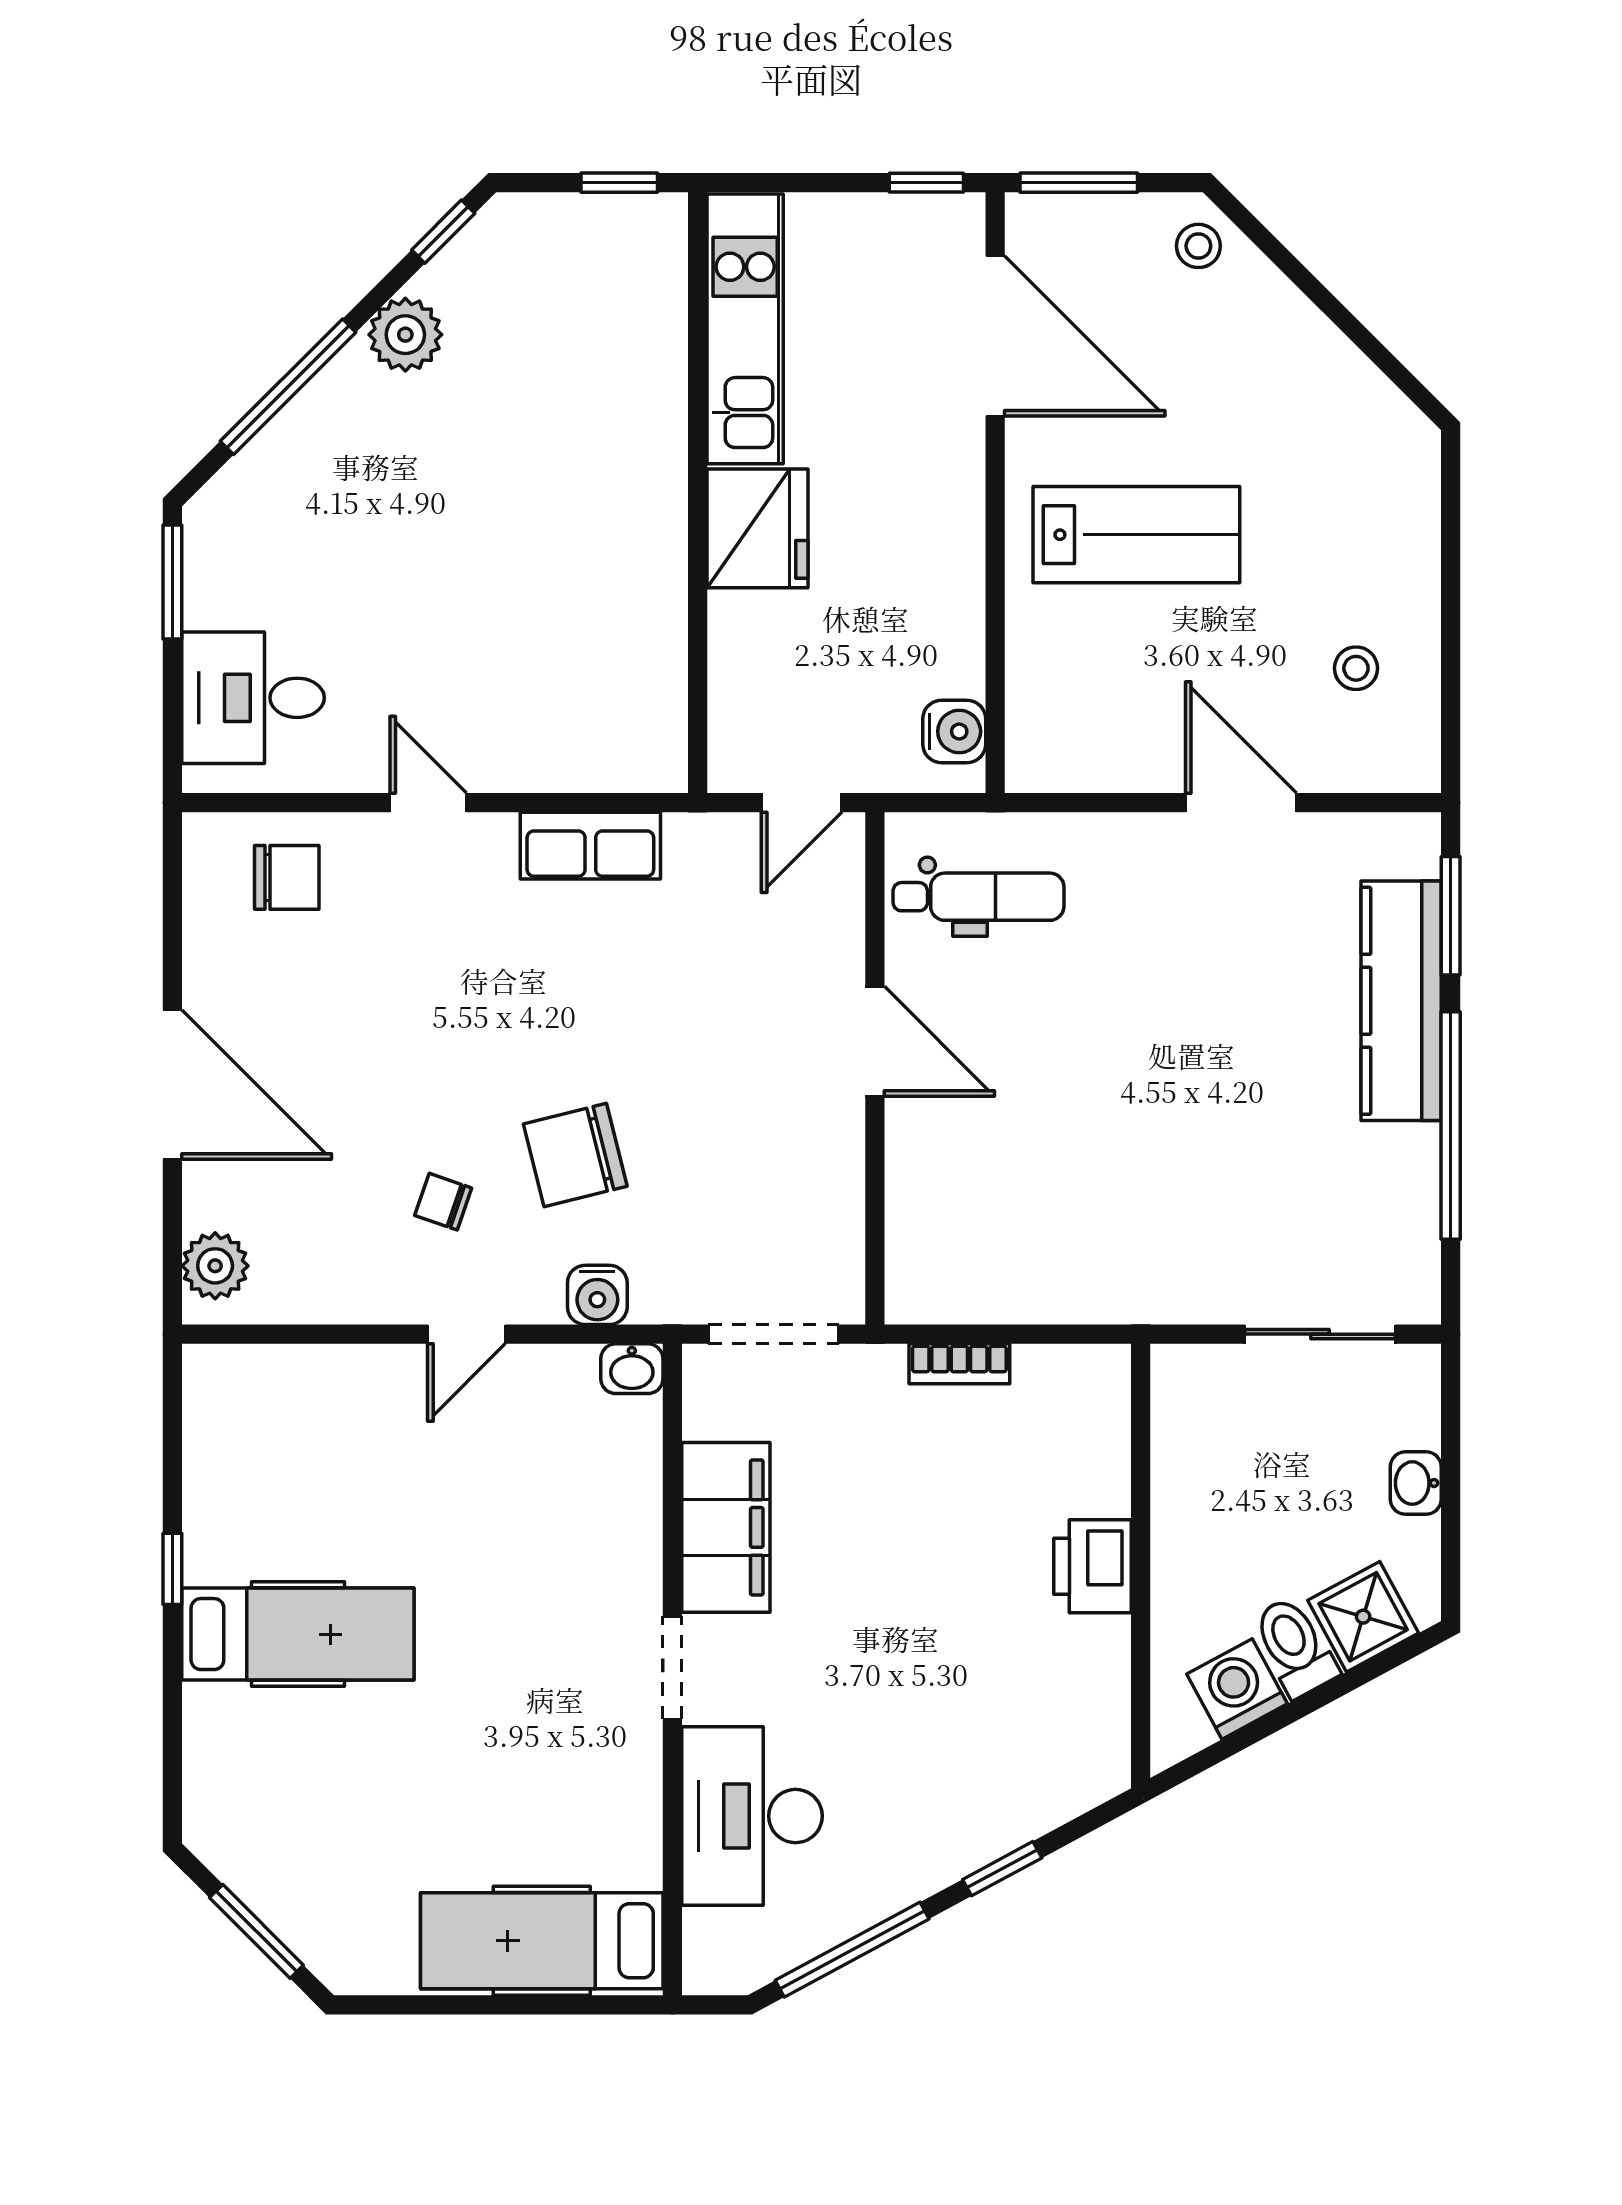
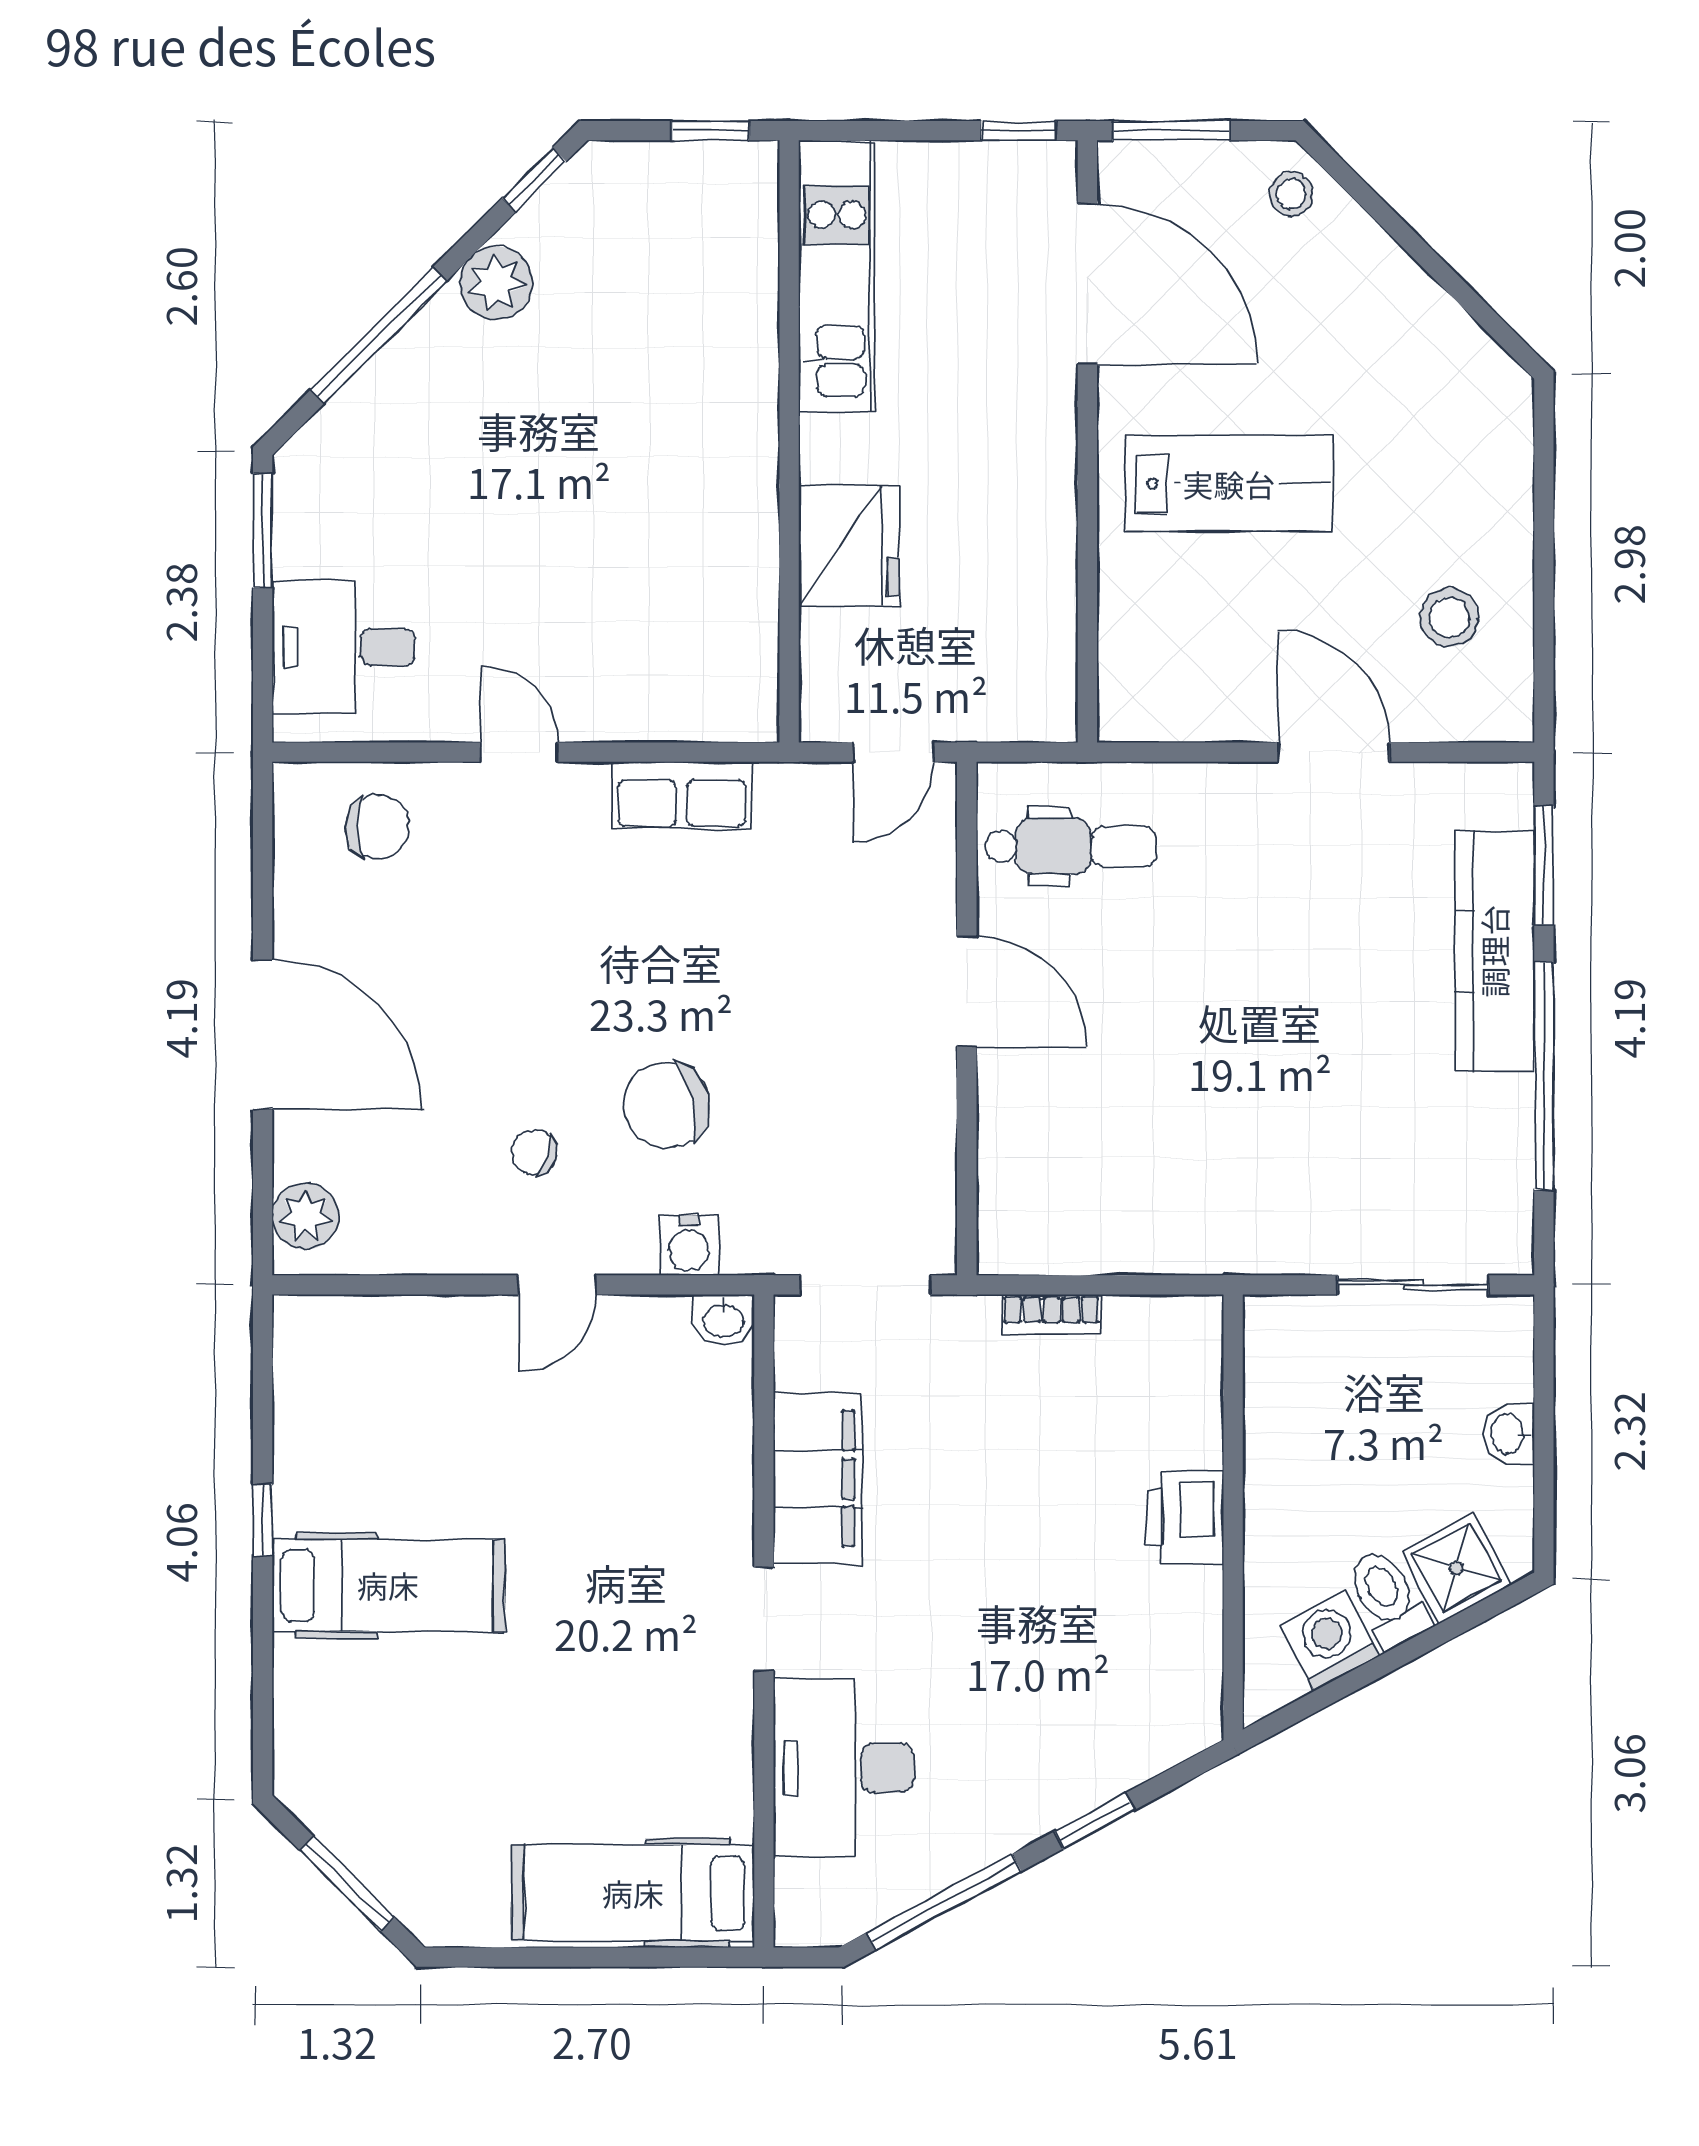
fridge: (758, 528) -> (849, 546), moved
stool: (1356, 668) -> (1449, 617), width x1.37, depth x1.37
water cooler: (954, 731) -> (1046, 681), removed

